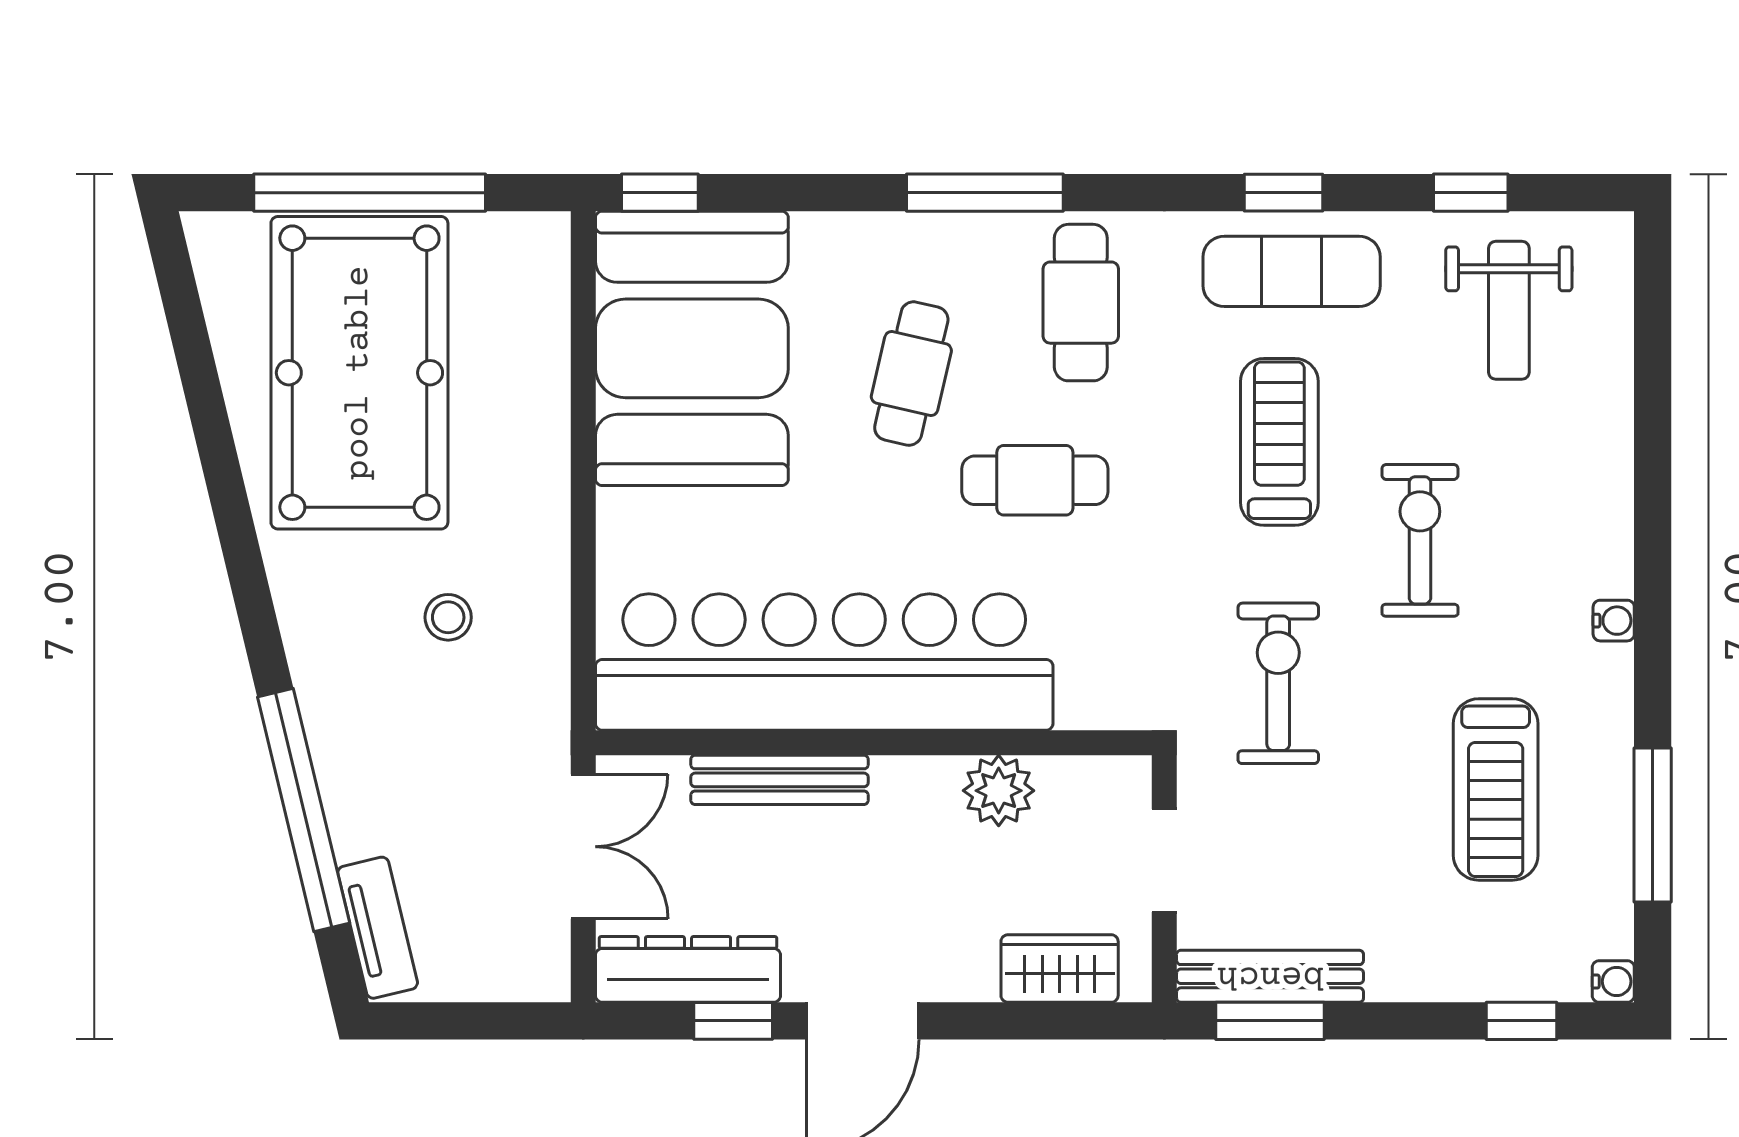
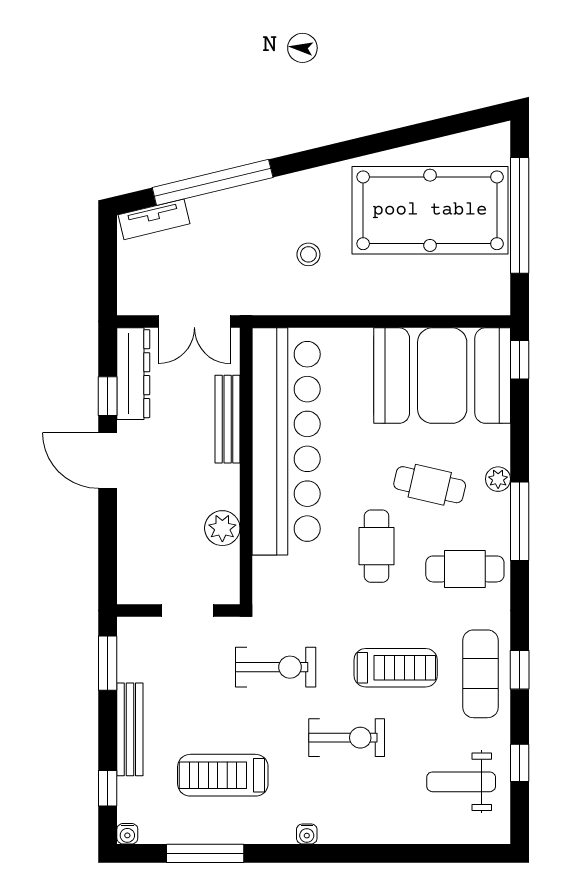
plant: (900, 236) -> (498, 479), added
wardrobe: (1060, 968) -> (134, 558), removed
bench: (1270, 976) -> (130, 729), moved

